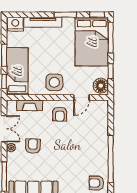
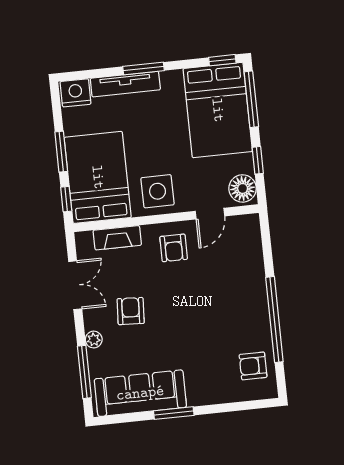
window: (65, 15) -> (143, 68), moved
bed: (17, 71) -> (98, 177), width x1.50
plant: (11, 148) -> (94, 340), moved

